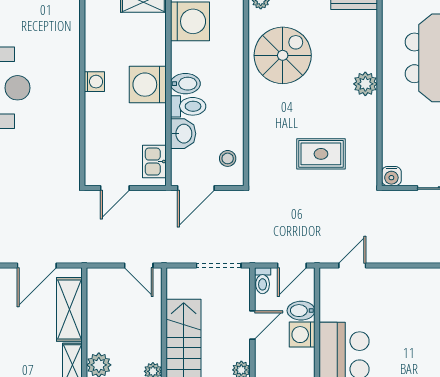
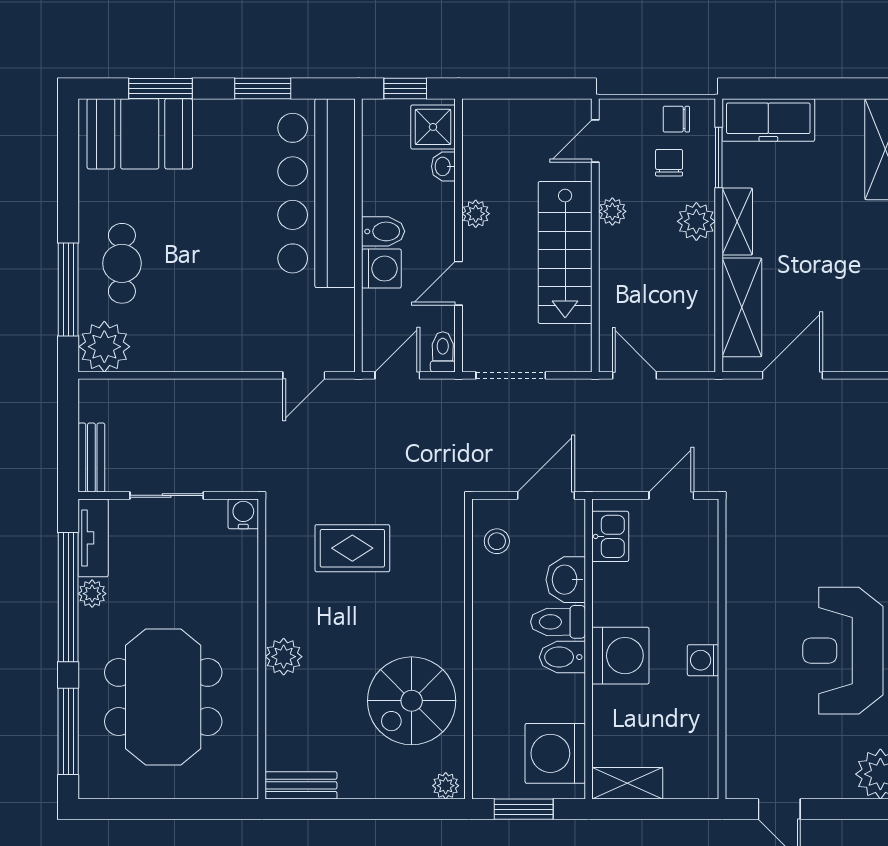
bidet: (301, 311) -> (383, 231), moved

